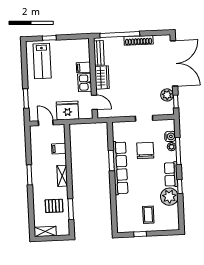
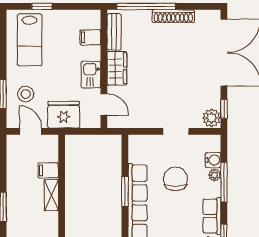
filing cabinet: (84, 67) -> (90, 37), moved
plant: (167, 95) -> (212, 118), moved
stool: (41, 98) -> (26, 94), added
shelving: (62, 176) -> (51, 195), moved

